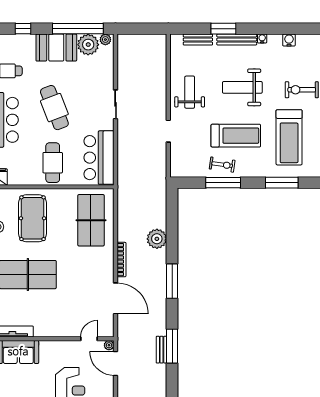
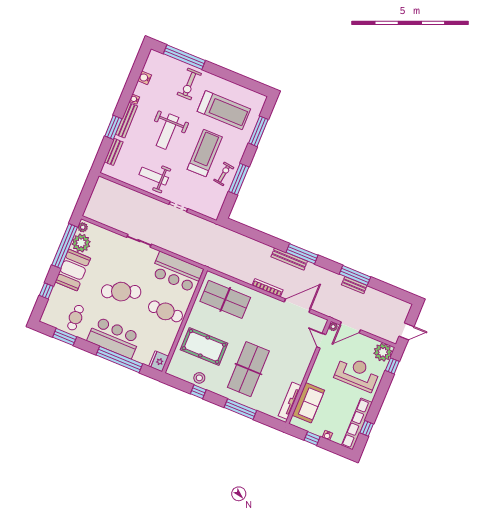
plant: (157, 239) -> (262, 252), removed
bench: (161, 270) -> (289, 259), added

